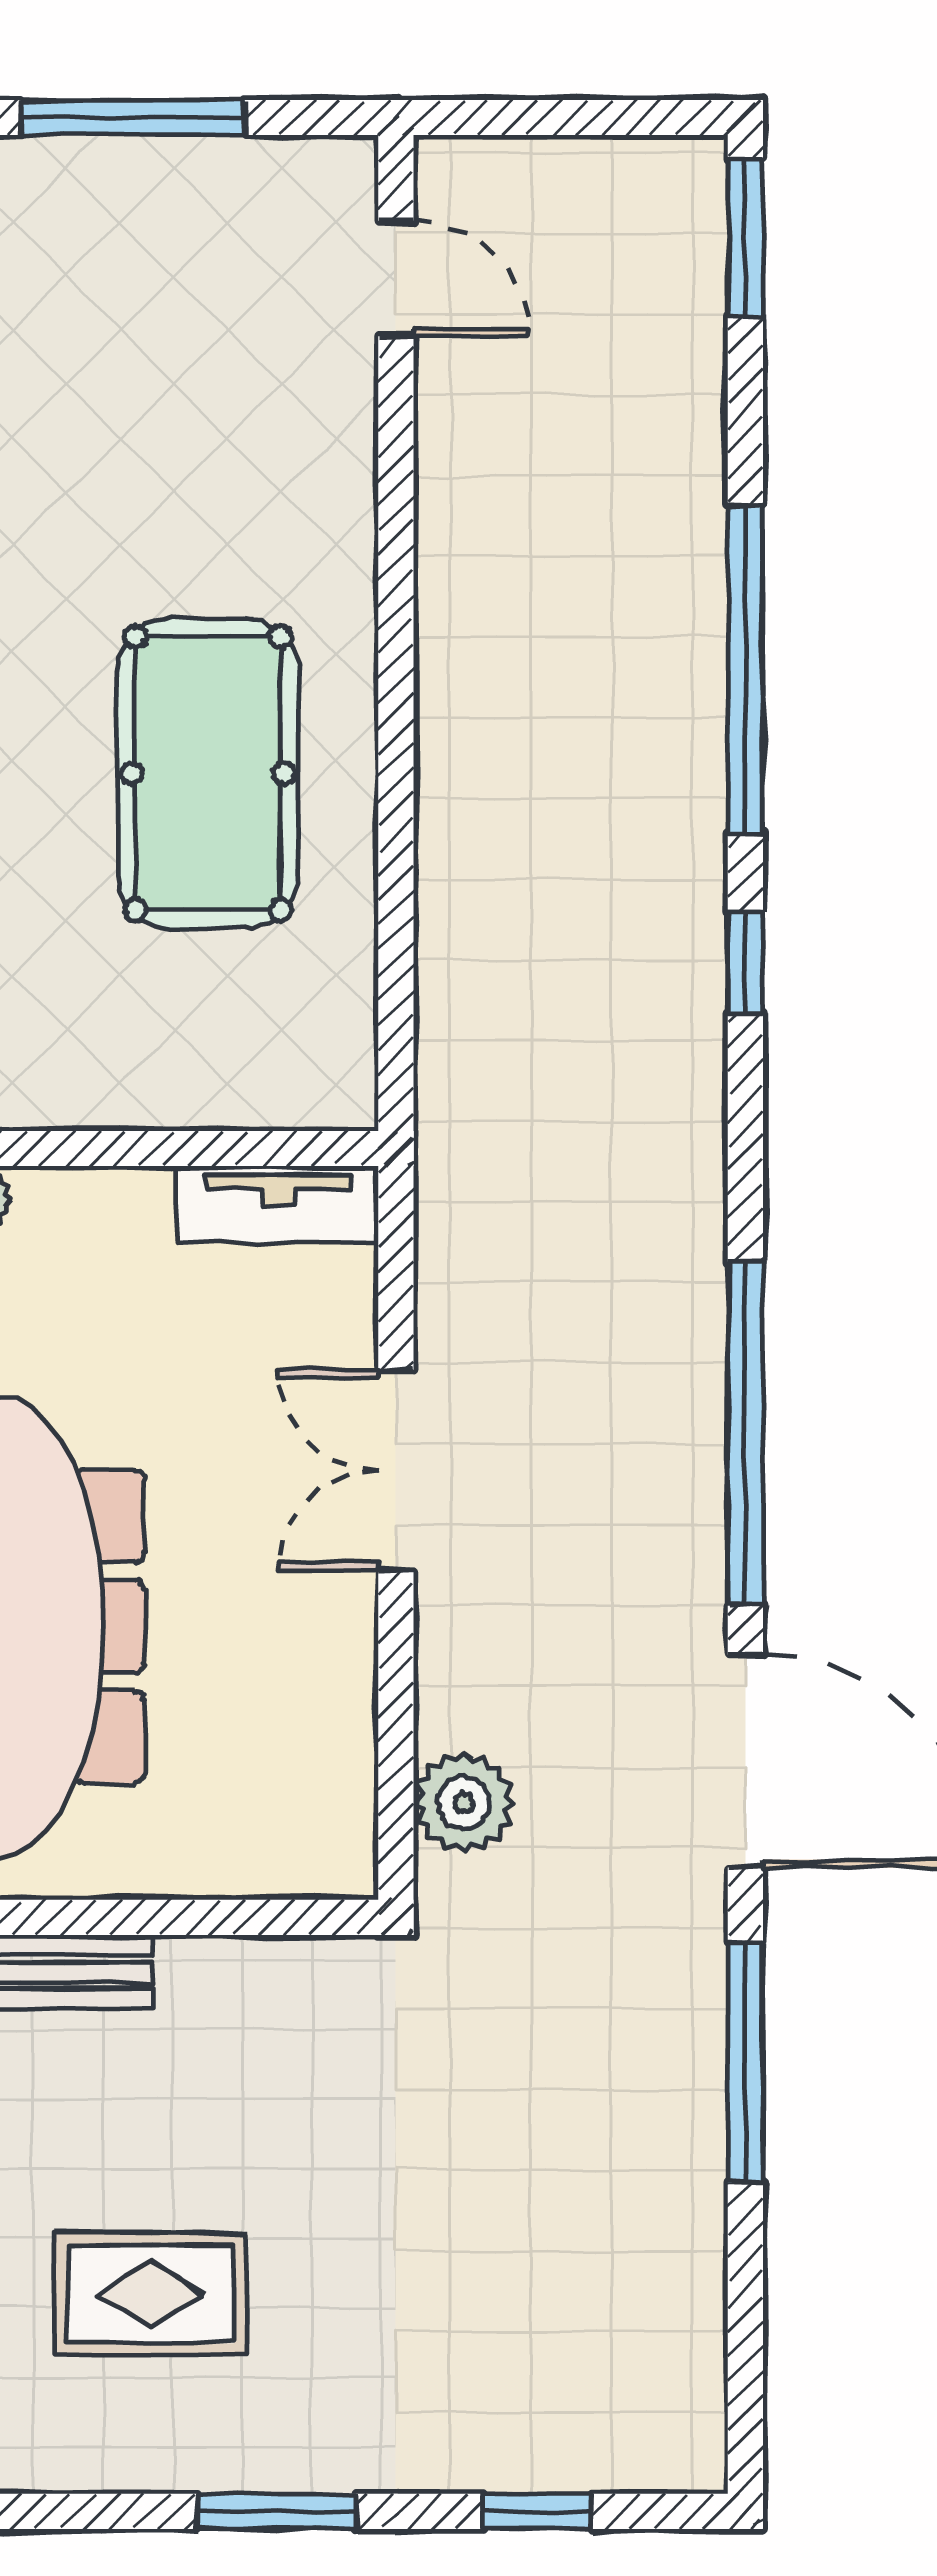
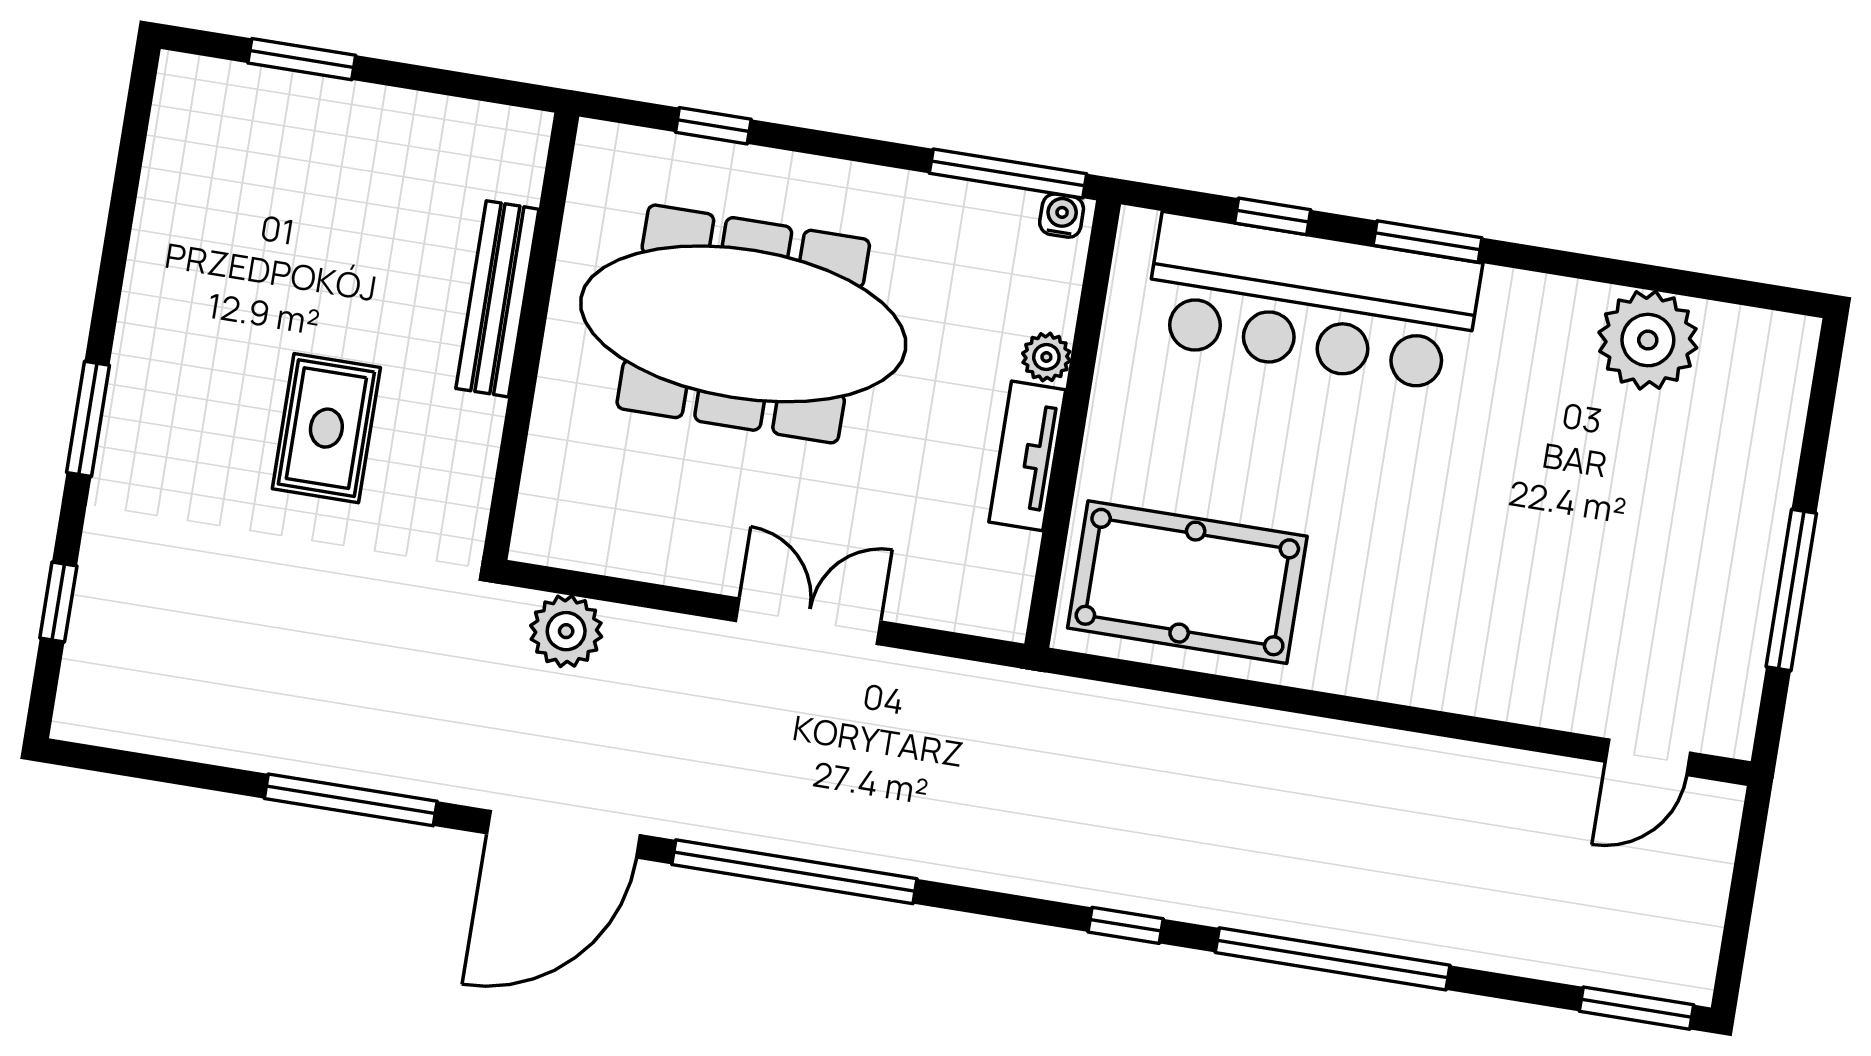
pool table: (208, 773) -> (1187, 582), moved
tv unit: (278, 1204) -> (1027, 456), moved
rug: (151, 2294) -> (326, 428), moved

